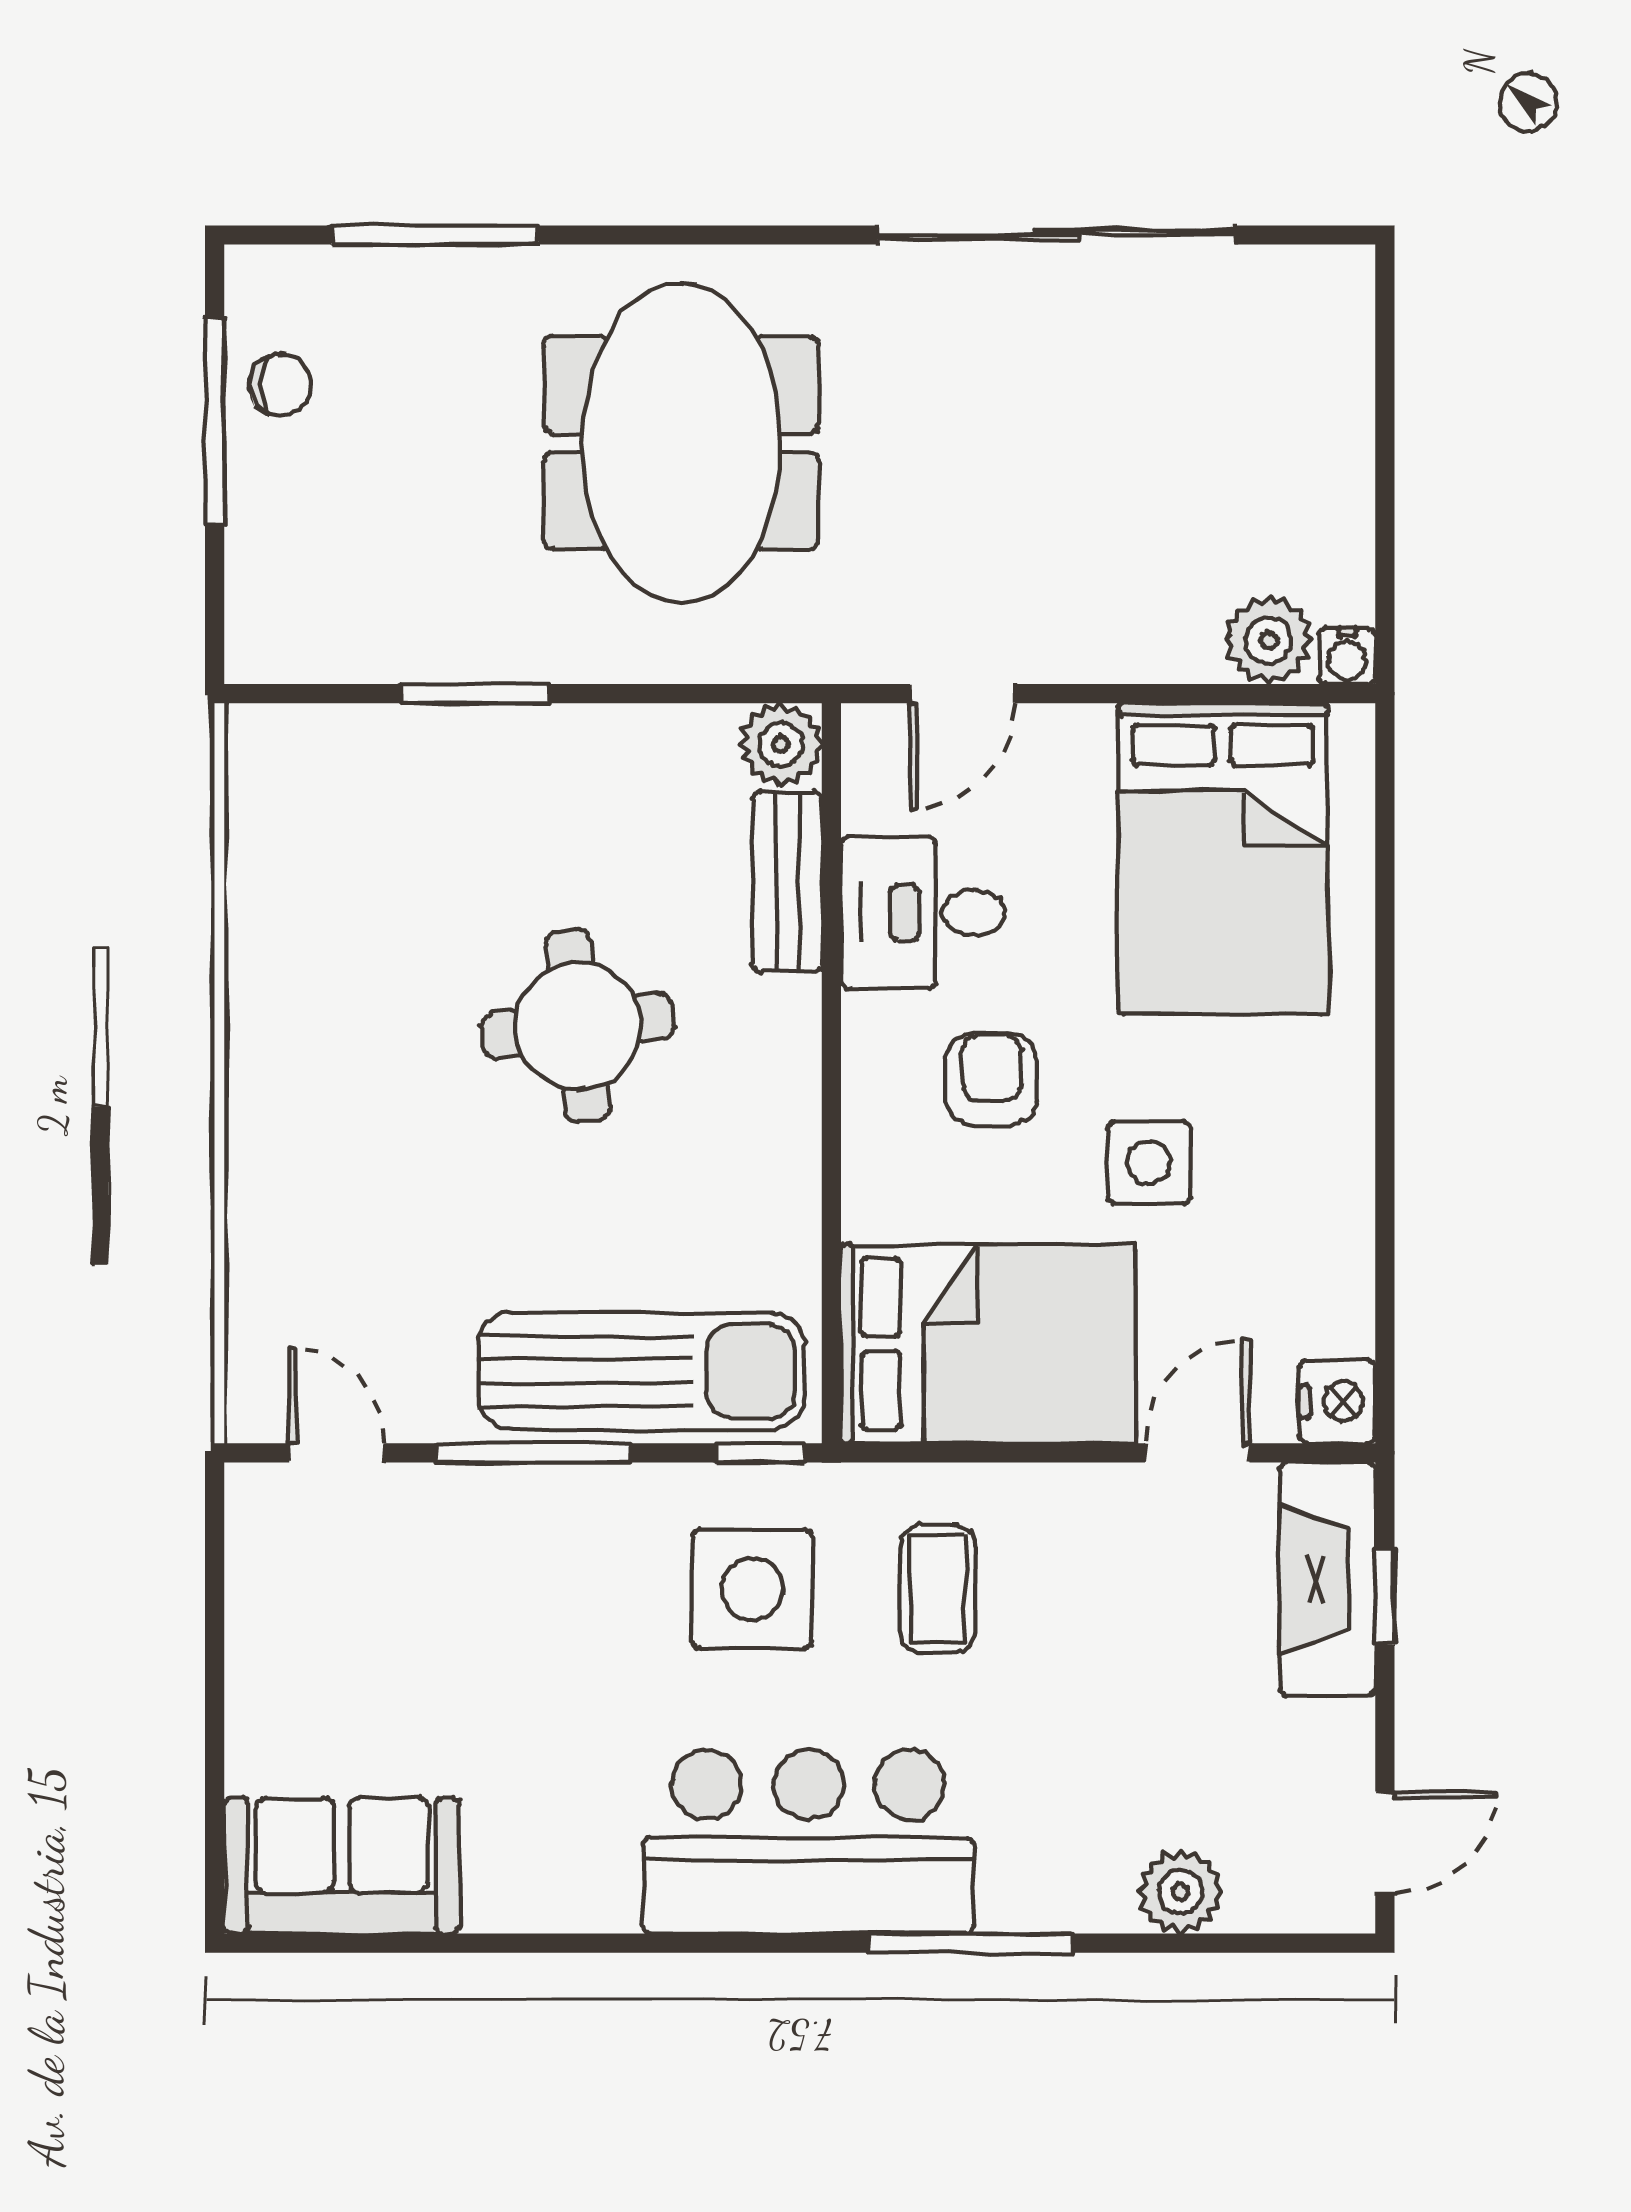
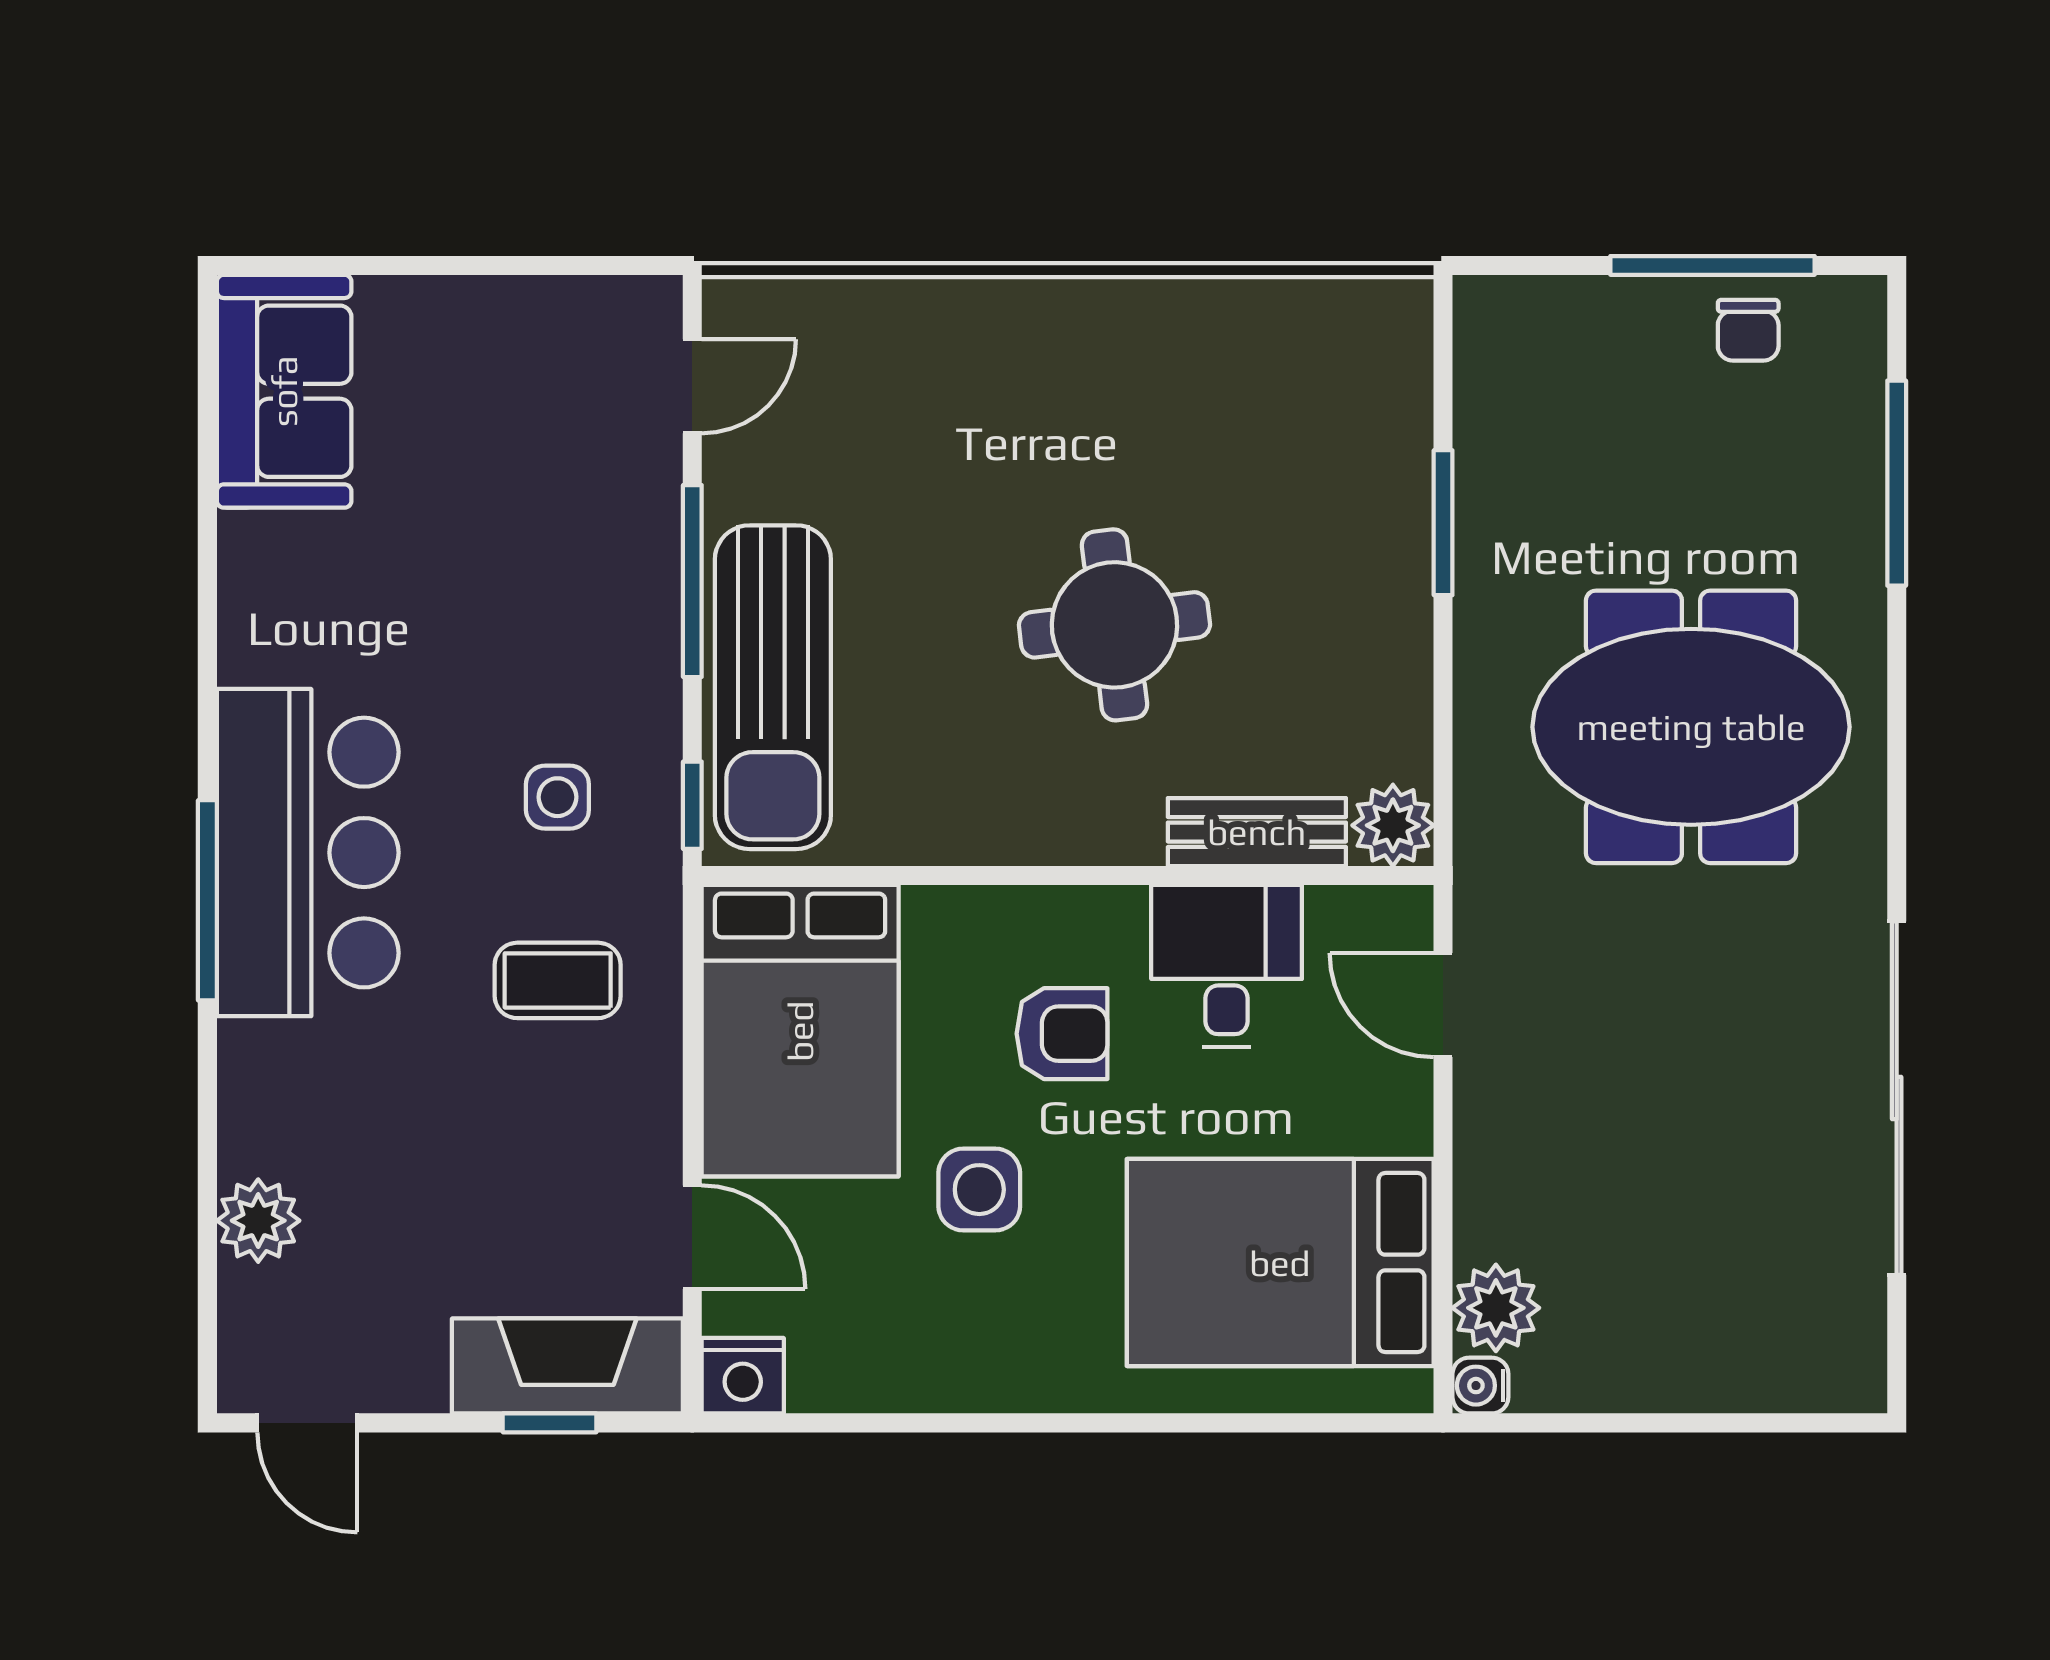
side table: (752, 1589) -> (557, 797), width x0.54, depth x0.54
window: (970, 1943) -> (207, 900), moved

